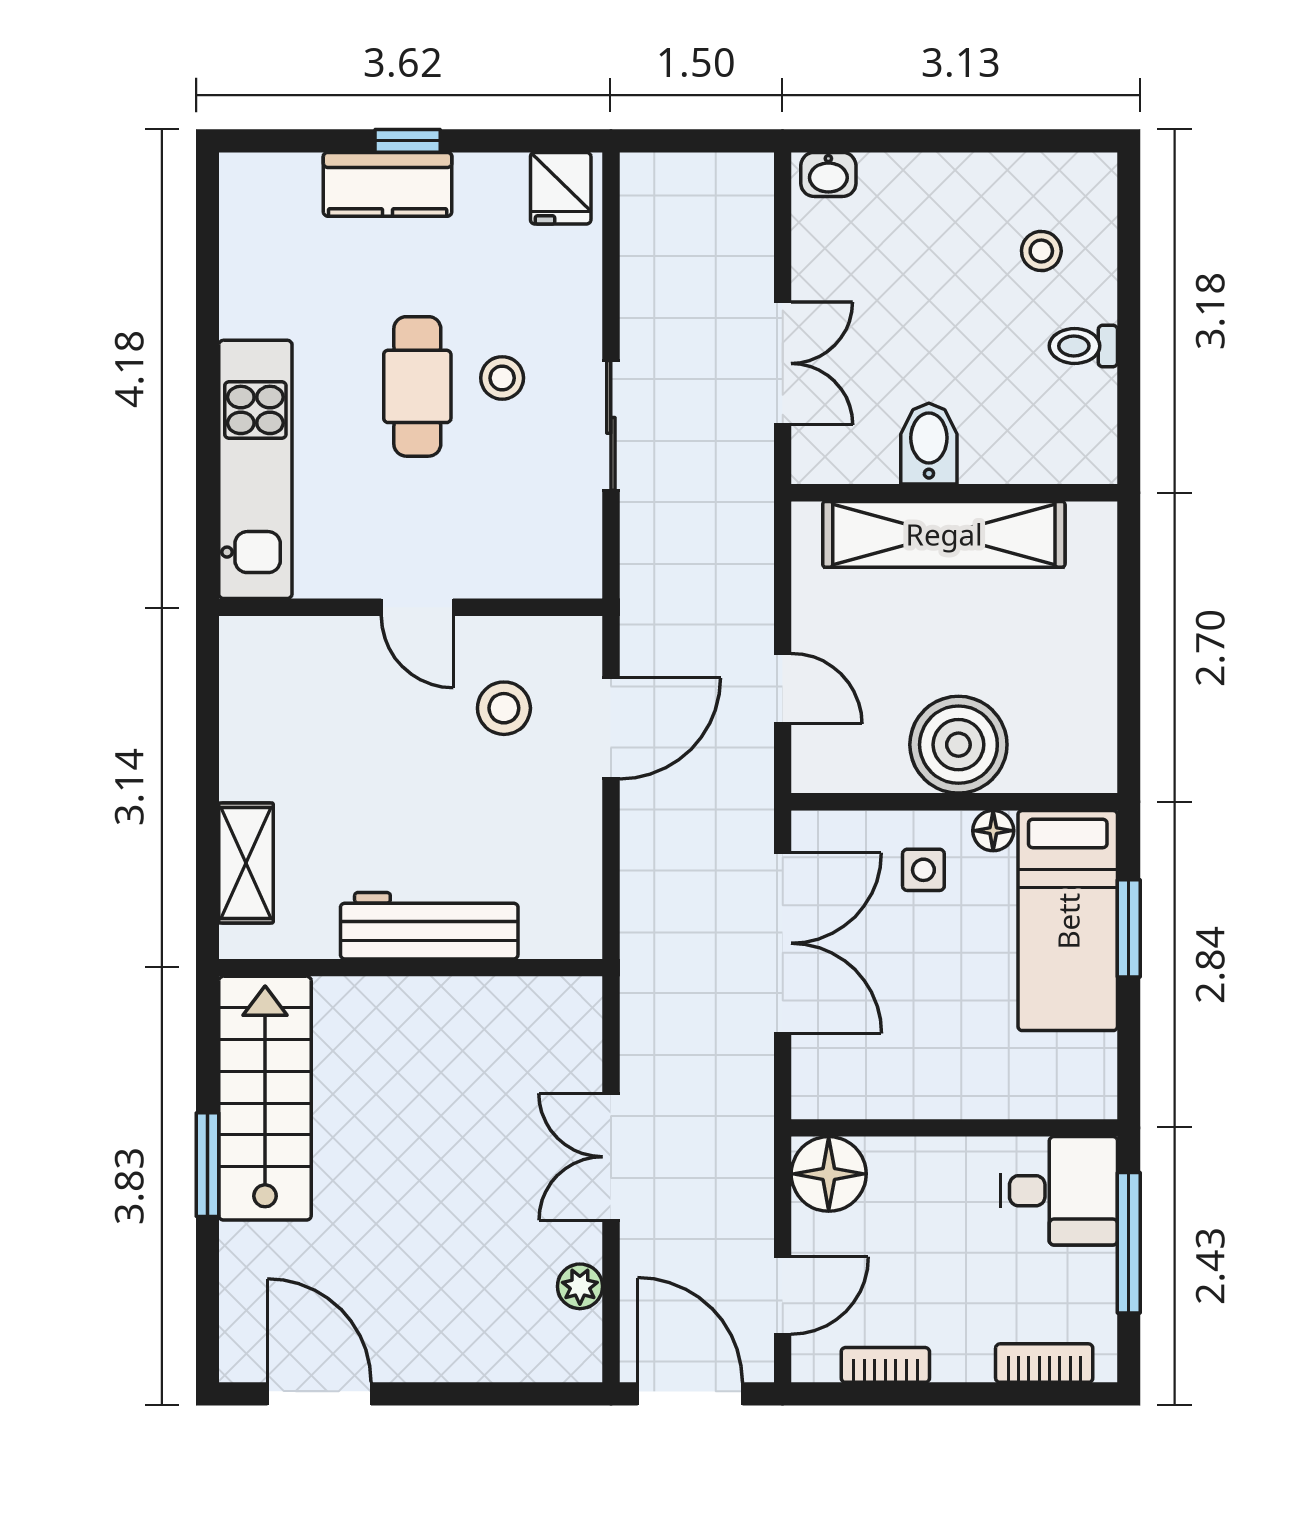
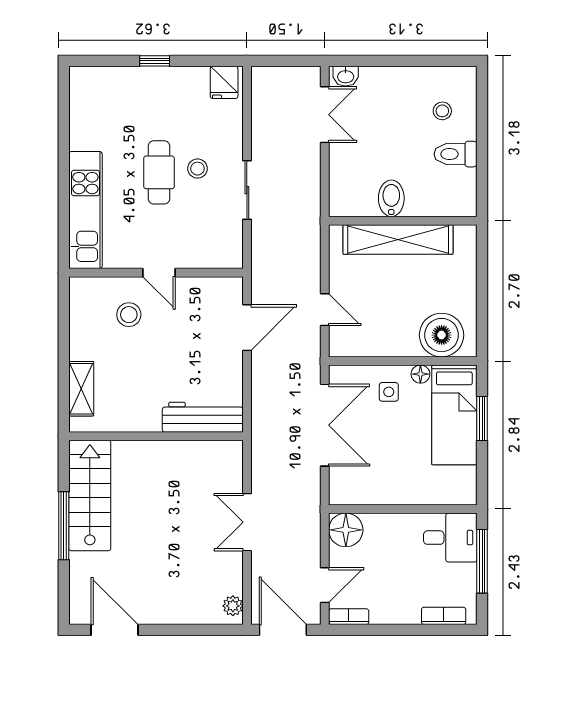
kitchen counter: (388, 184) -> (145, 81), removed
toilet: (1083, 346) -> (455, 154), width x1.37, depth x1.39
double door: (783, 363) -> (325, 115), moved
stool: (504, 708) -> (129, 315), moved
boiler: (958, 745) -> (442, 335), moved
workbench: (429, 926) -> (203, 417), moved
window: (208, 1165) -> (64, 526), width x1.44
plant: (580, 1286) -> (233, 606), moved
bookcase: (885, 1365) -> (349, 617), moved

